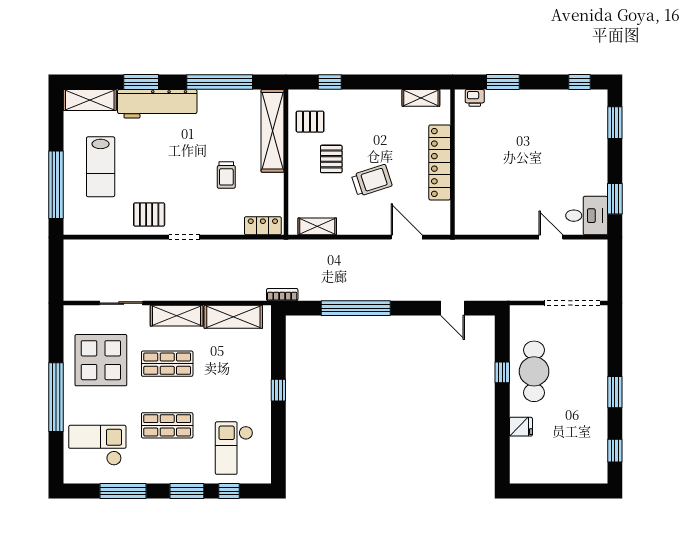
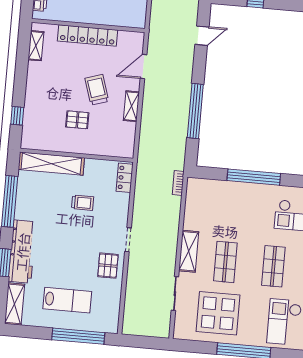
pallet: (310, 122) -> (47, 134), removed
shelving: (317, 226) -> (131, 106), moved
bookcase: (282, 295) -> (178, 183), moved
shelving: (233, 317) -> (194, 207), removed
window: (278, 390) -> (254, 177), width x3.17

